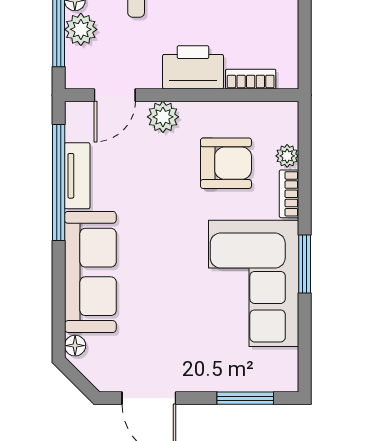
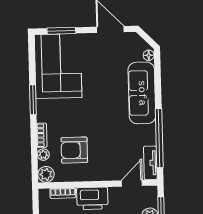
plant: (163, 117) -> (46, 174), moved
tv unit: (77, 176) -> (150, 163), moved
corner sofa: (254, 283) -> (58, 66), moved

